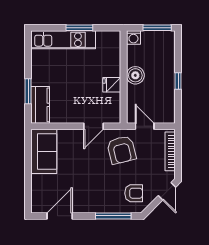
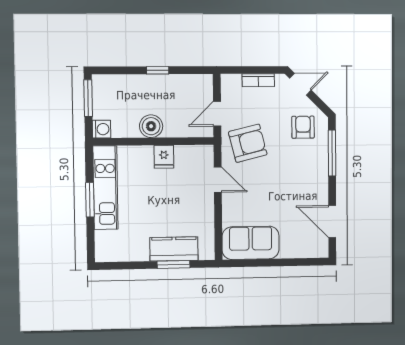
kitchen unit: (63, 40) -> (105, 188), moved
kitchen counter: (40, 105) -> (174, 249), moved
bookcase: (170, 151) -> (258, 80), width x0.64

